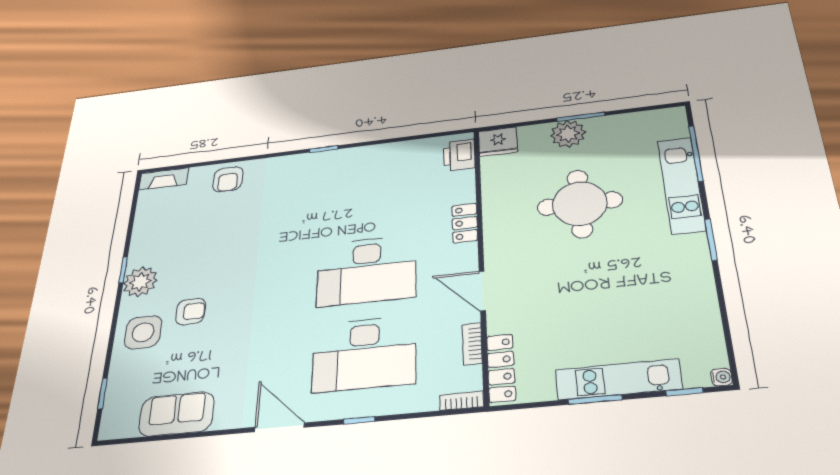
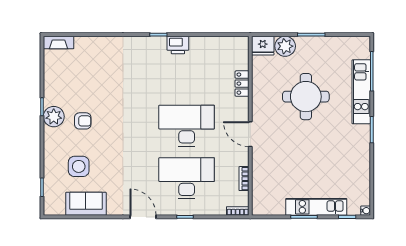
plant: (568, 134) -> (285, 46), moved
printer: (459, 155) -> (178, 45), moved, turned -90
armchair: (228, 179) -> (100, 49), removed
locker: (465, 223) -> (242, 84), moved
desk: (366, 271) -> (187, 126), turned 180
door: (482, 291) -> (250, 134), moved
armchair: (191, 312) -> (83, 121), moved
side table: (143, 332) -> (79, 166), moved
desk: (364, 354) -> (187, 178), turned 180
locker: (501, 368) -> (258, 194), removed

